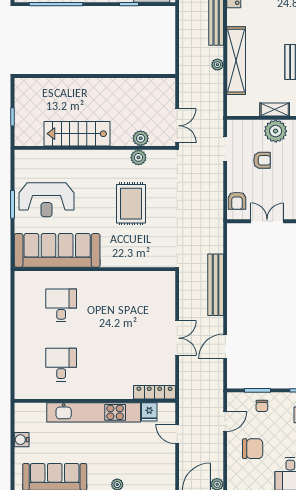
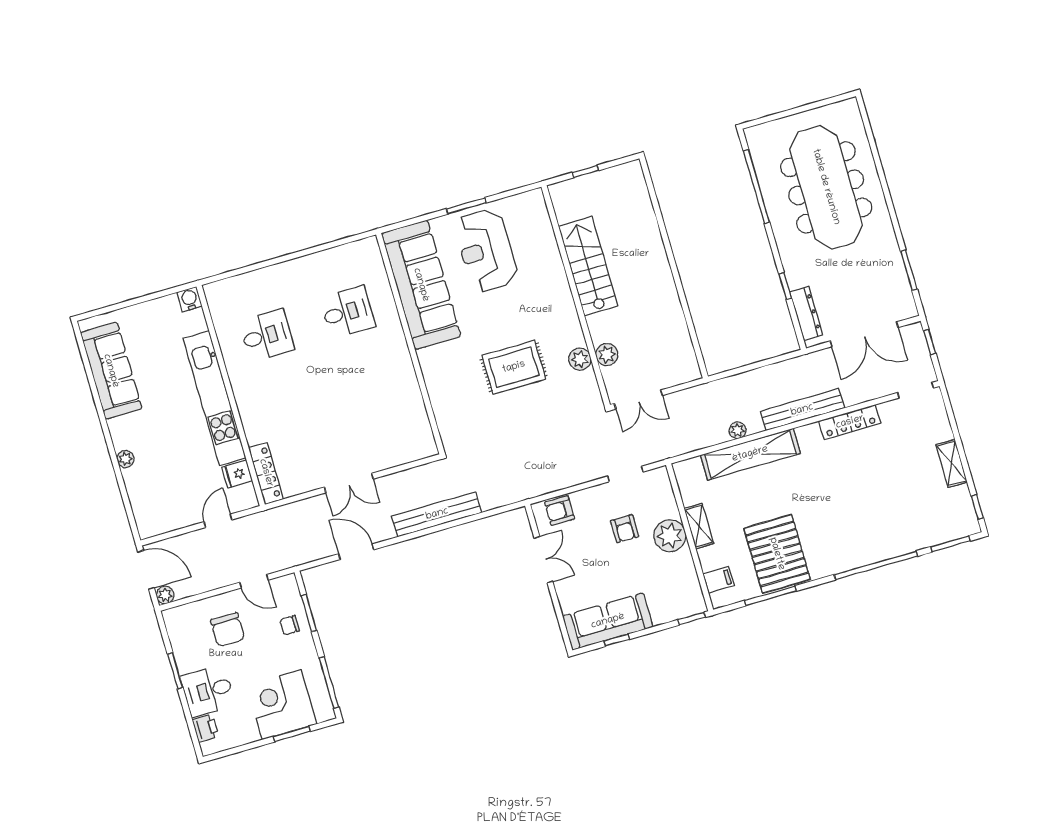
water cooler: (22, 440) -> (189, 299), moved

